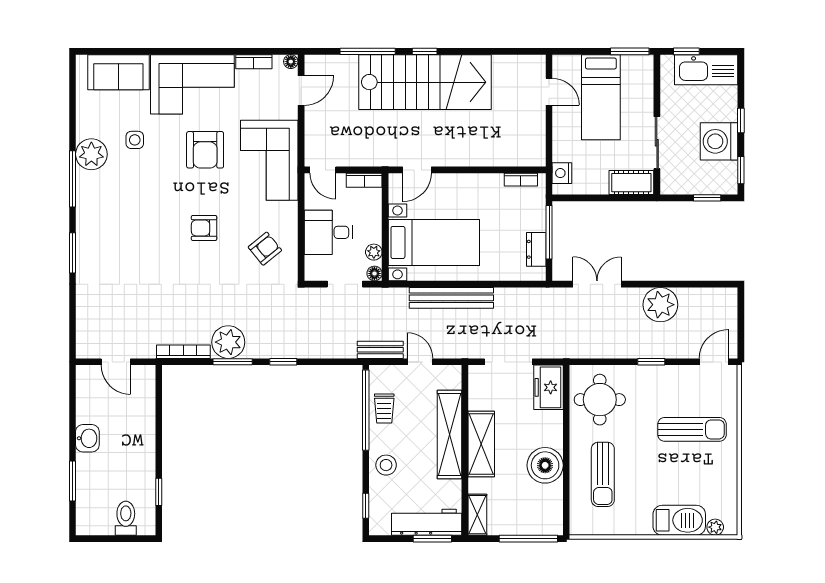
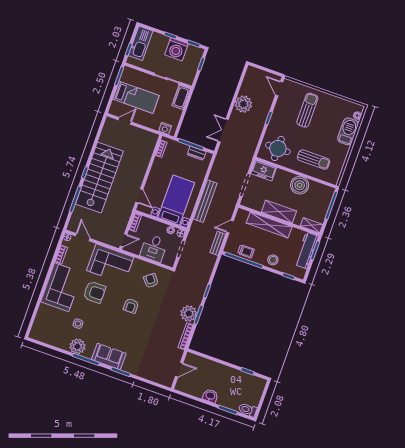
sofa: (118, 72) -> (109, 356), moved, turned -90
toilet: (126, 518) -> (248, 410), moved

